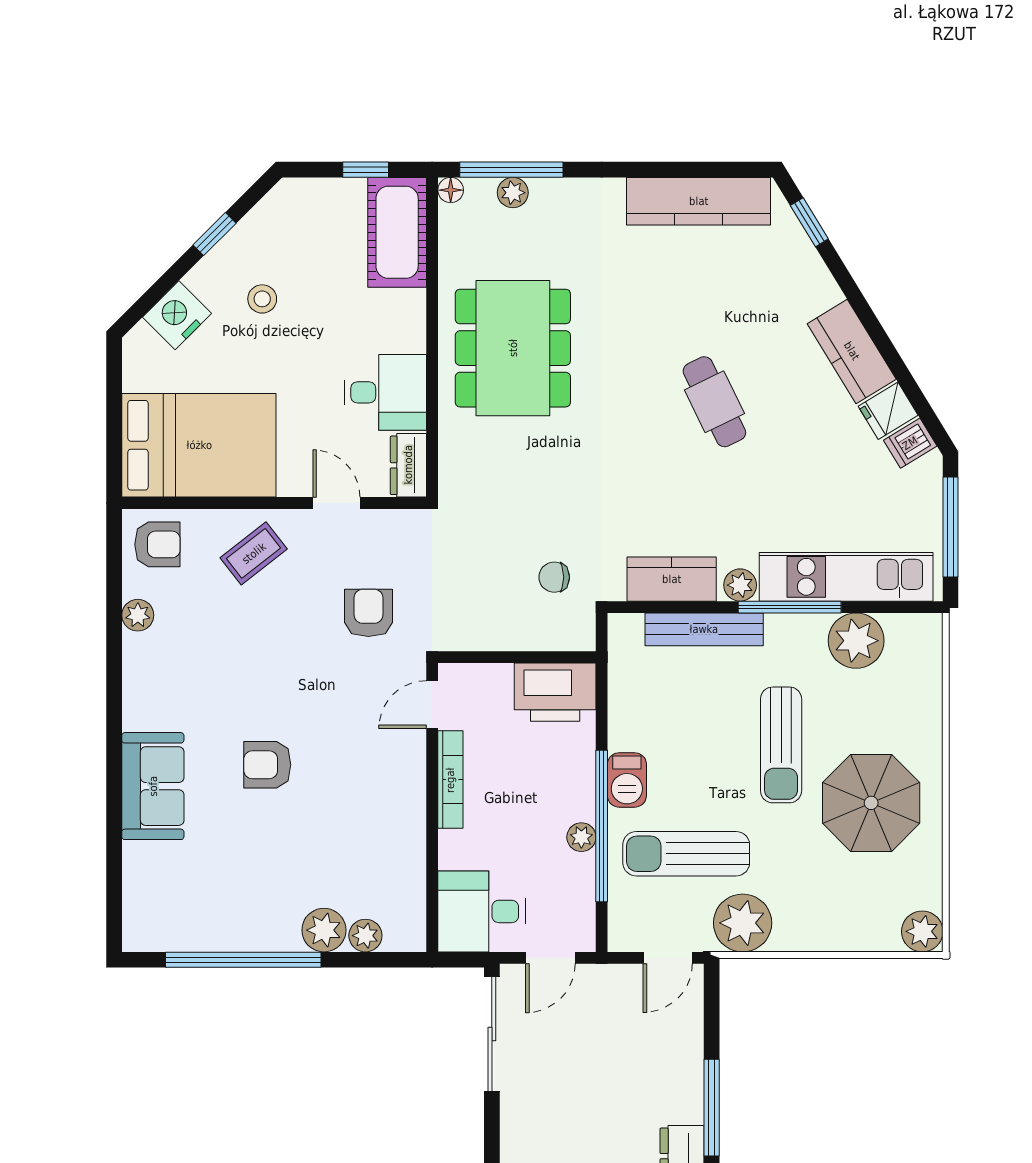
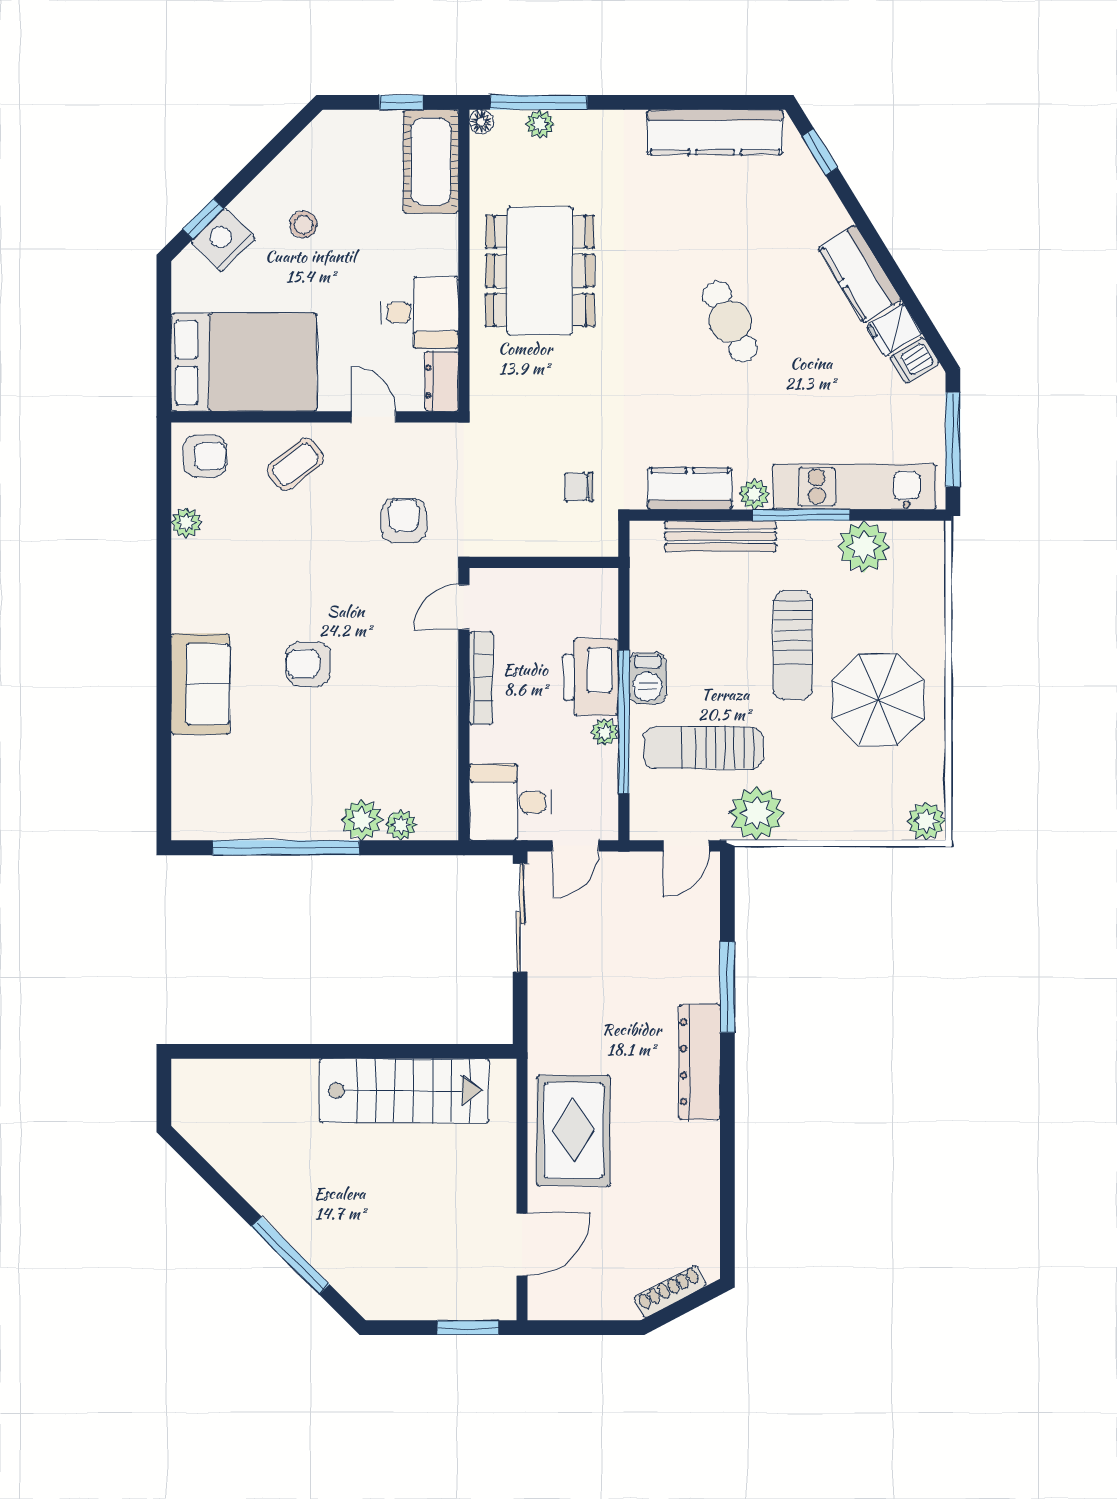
window: (215, 234) -> (203, 219), moved
printer: (555, 692) -> (591, 677), moved, turned 90

